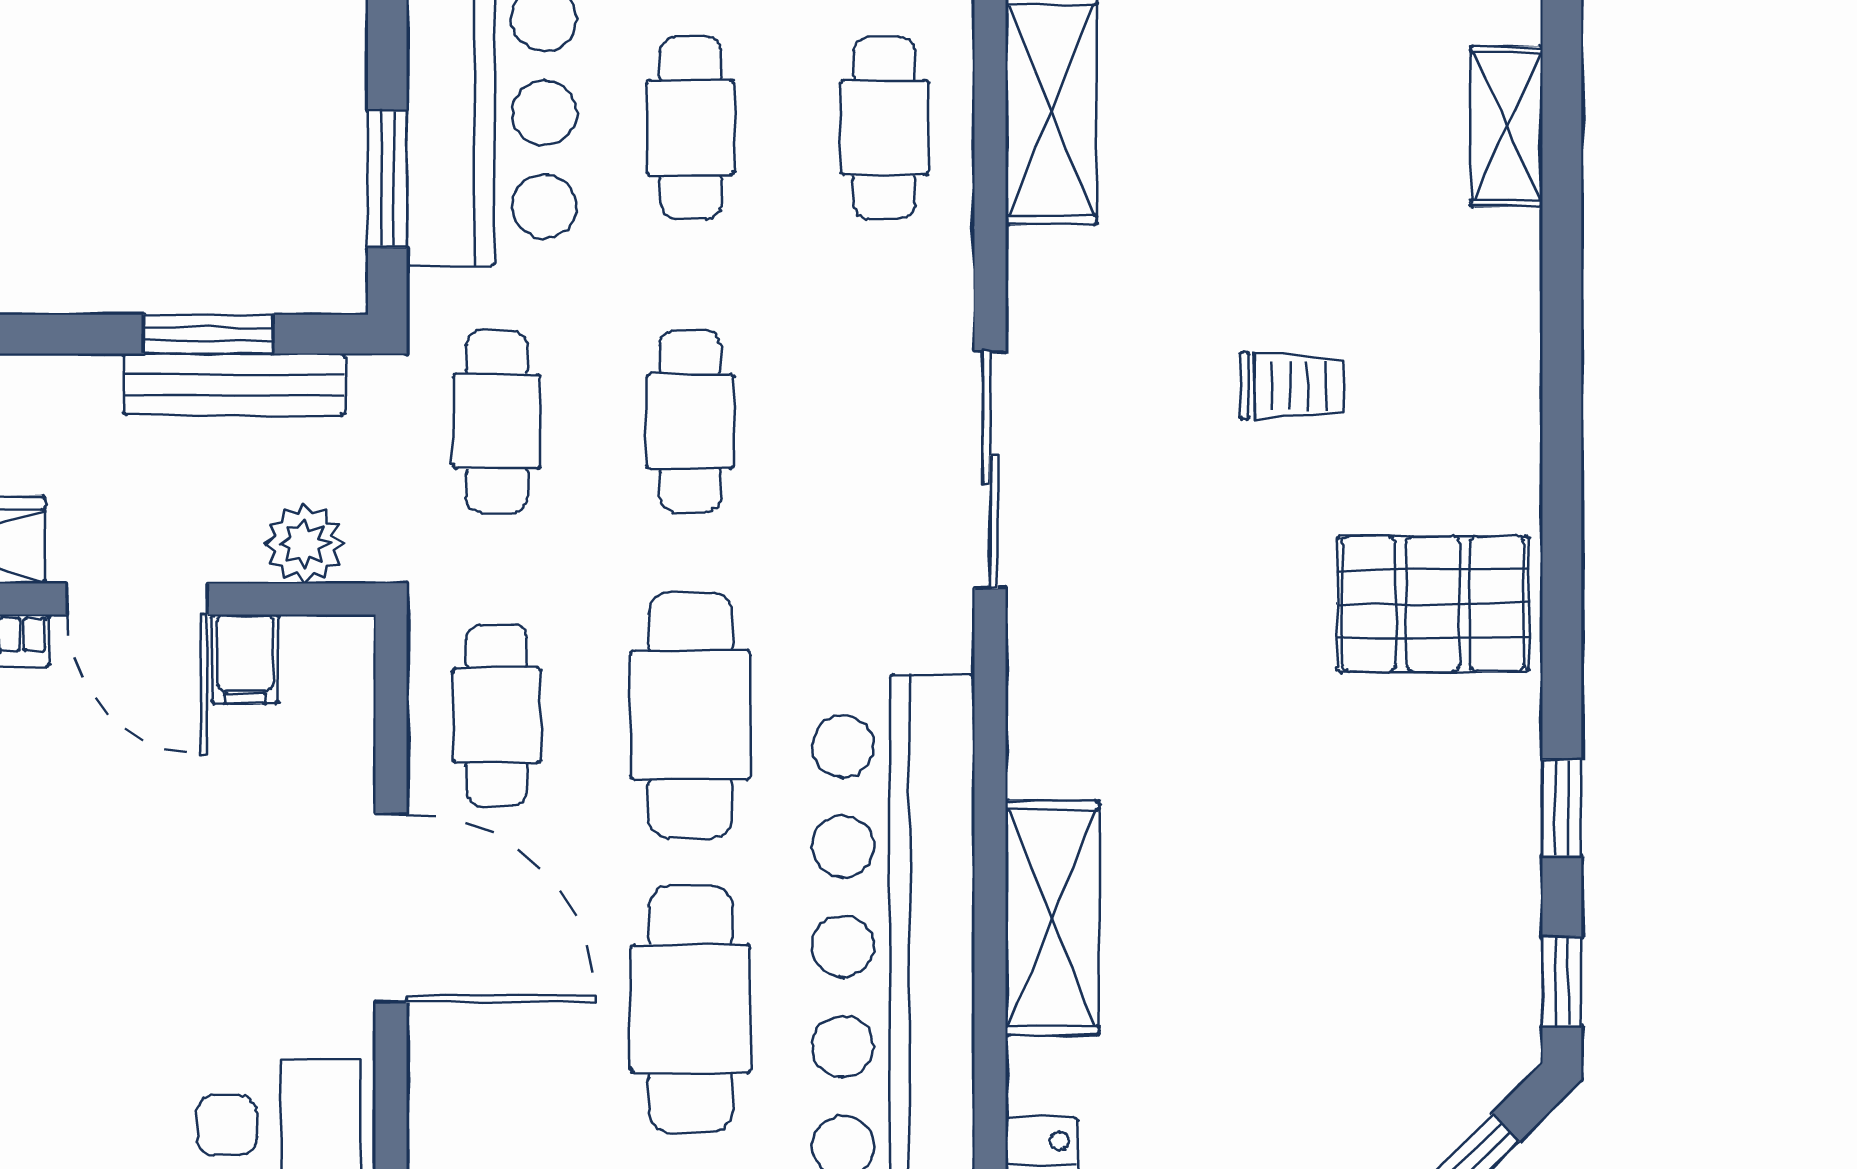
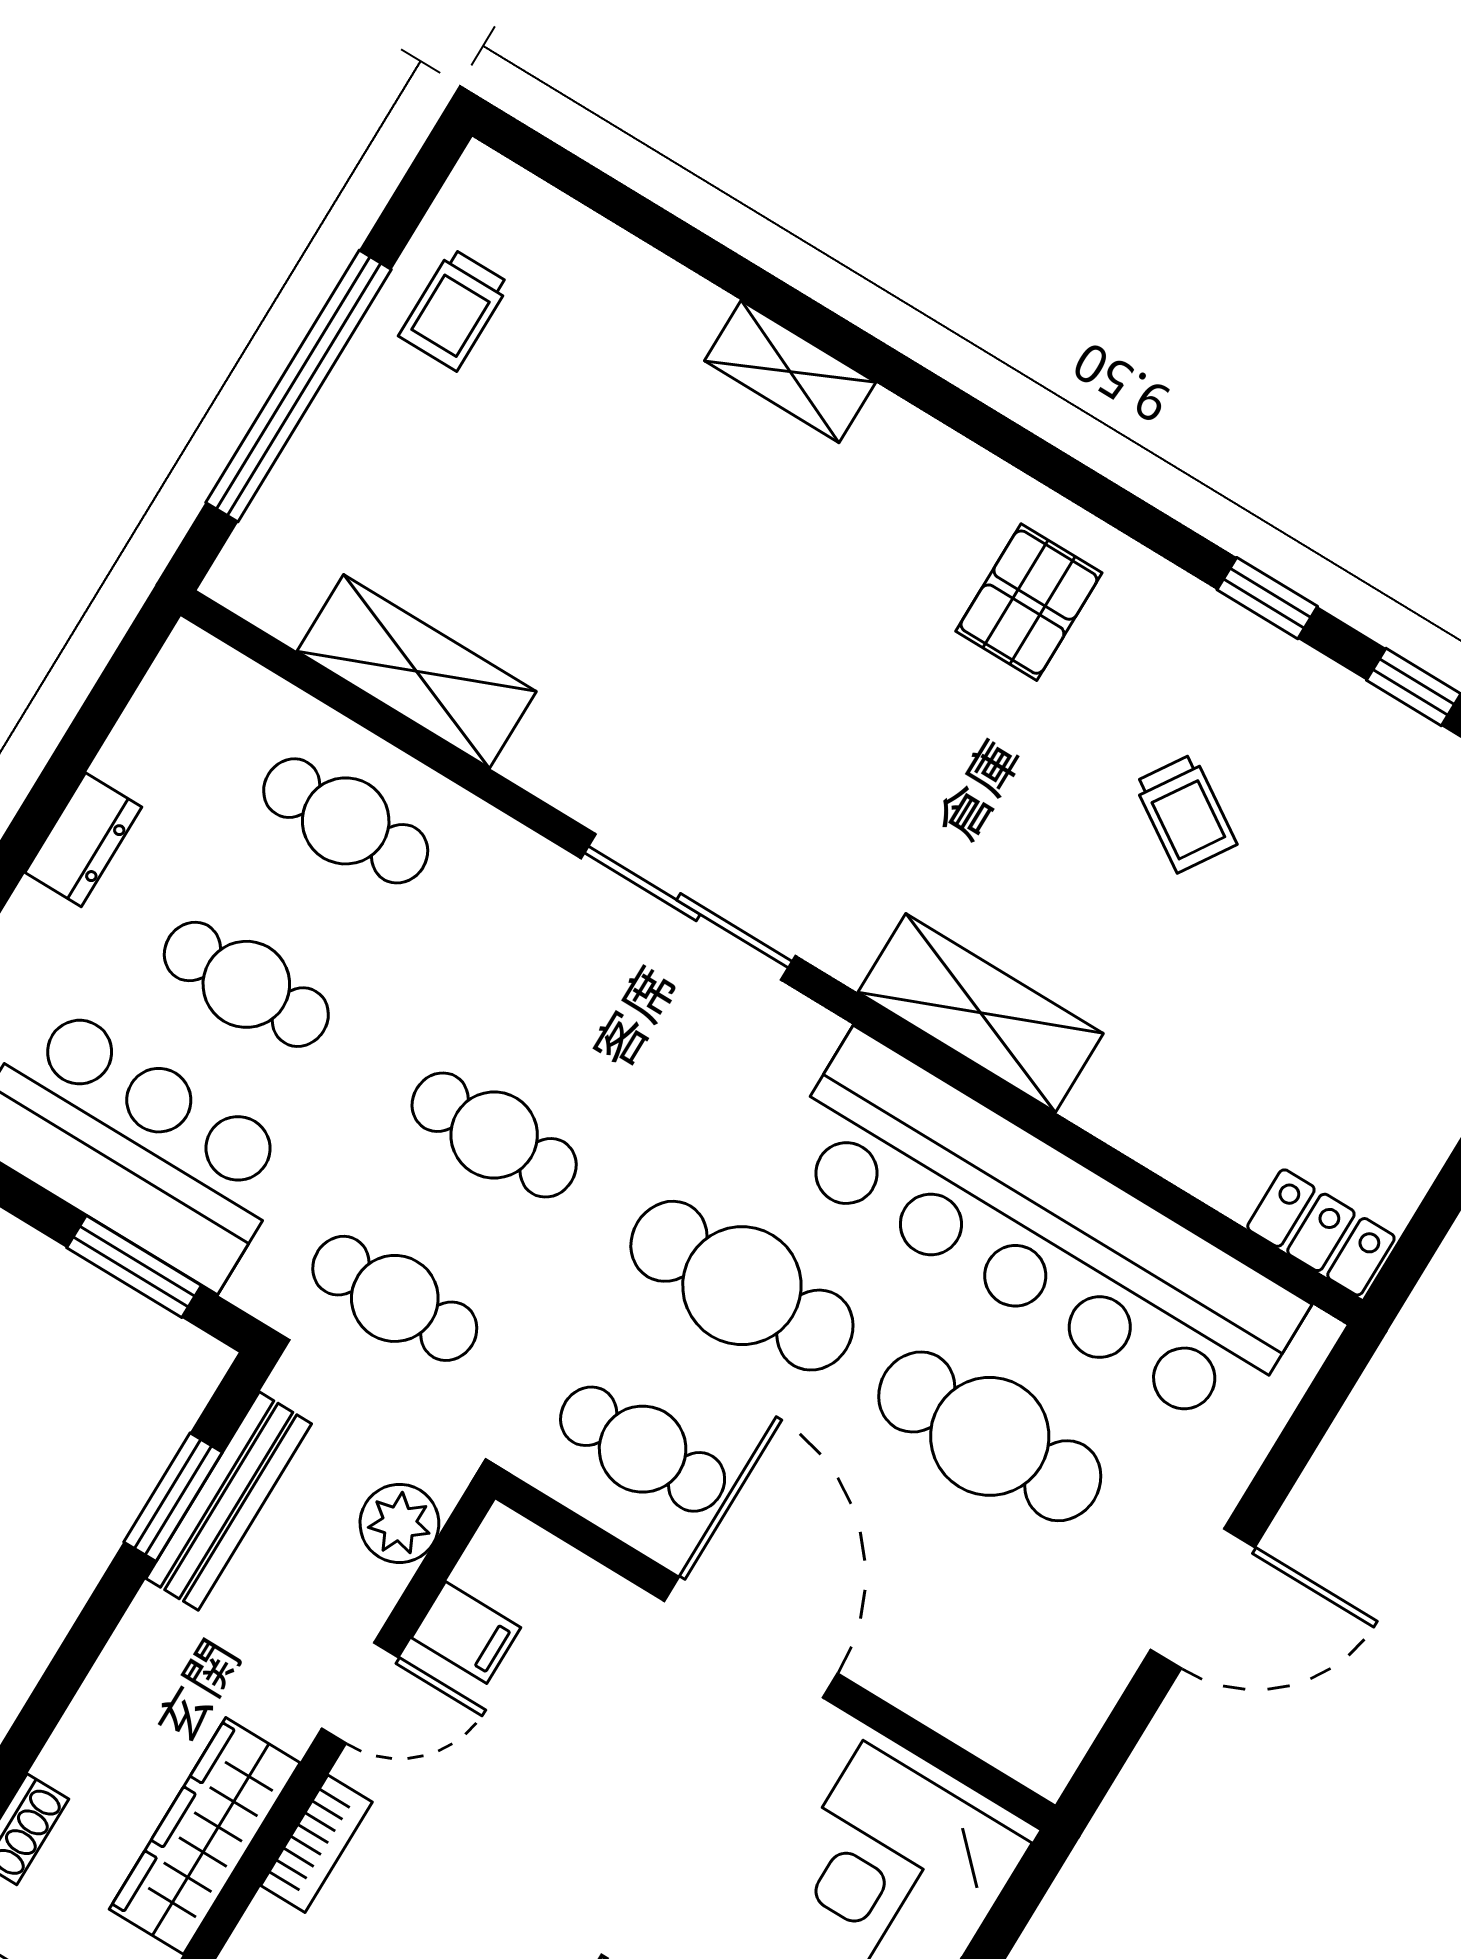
shelving: (1507, 126) -> (790, 372), moved
trolley: (1292, 385) -> (1185, 813), moved, turned 123
door: (137, 599) -> (360, 1693), width x0.73
pallet: (1433, 604) -> (1029, 602), width x0.67, depth x0.71
door: (391, 908) -> (751, 1637), hinge flipped
shelving: (1052, 918) -> (981, 1013), moved

